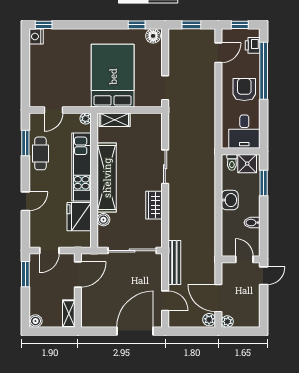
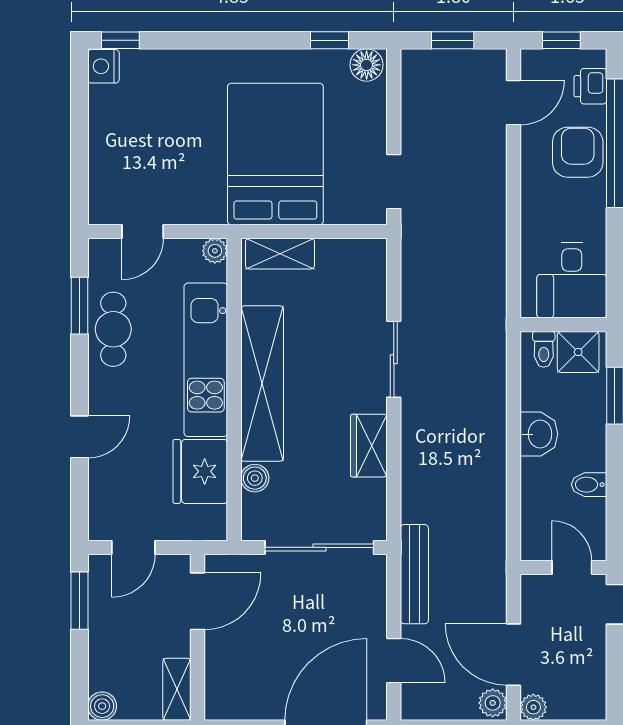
armchair: (244, 90) -> (578, 152), moved

